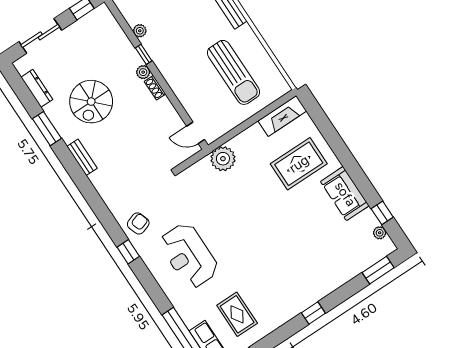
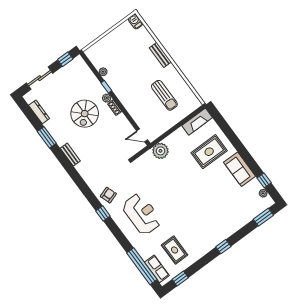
sun lounger: (233, 72) -> (164, 95), width x0.73, depth x0.75
spiral stairs: (91, 102) -> (85, 114), moved
reception desk: (189, 256) -> (142, 214), turned 180

